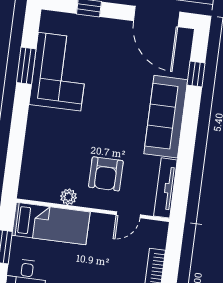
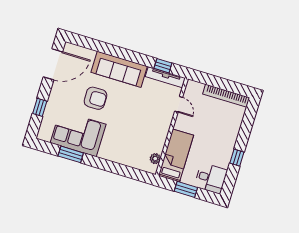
window: (196, 74) -> (163, 66), moved
armchair: (106, 174) -> (95, 98), moved
plant: (68, 197) -> (155, 159), moved

